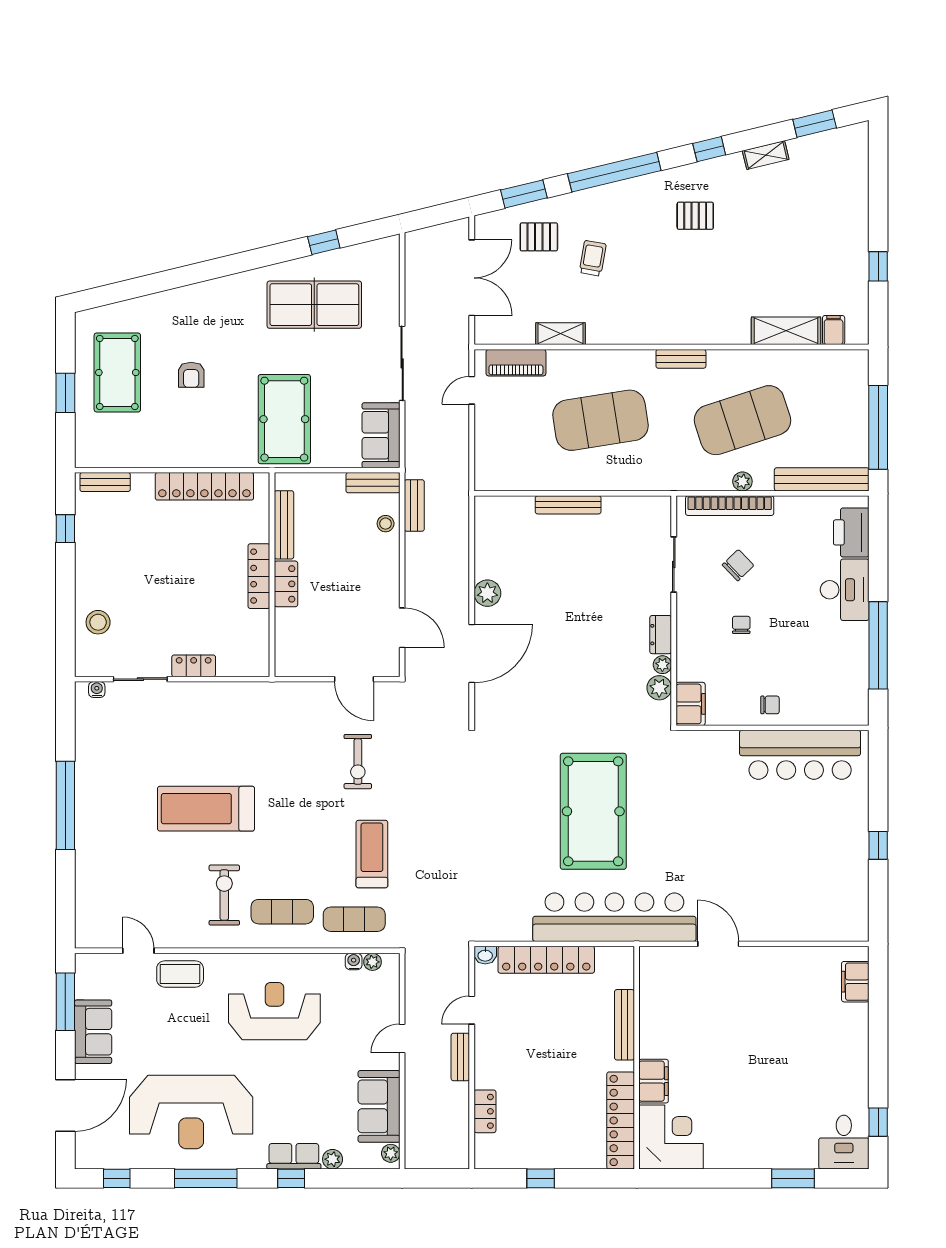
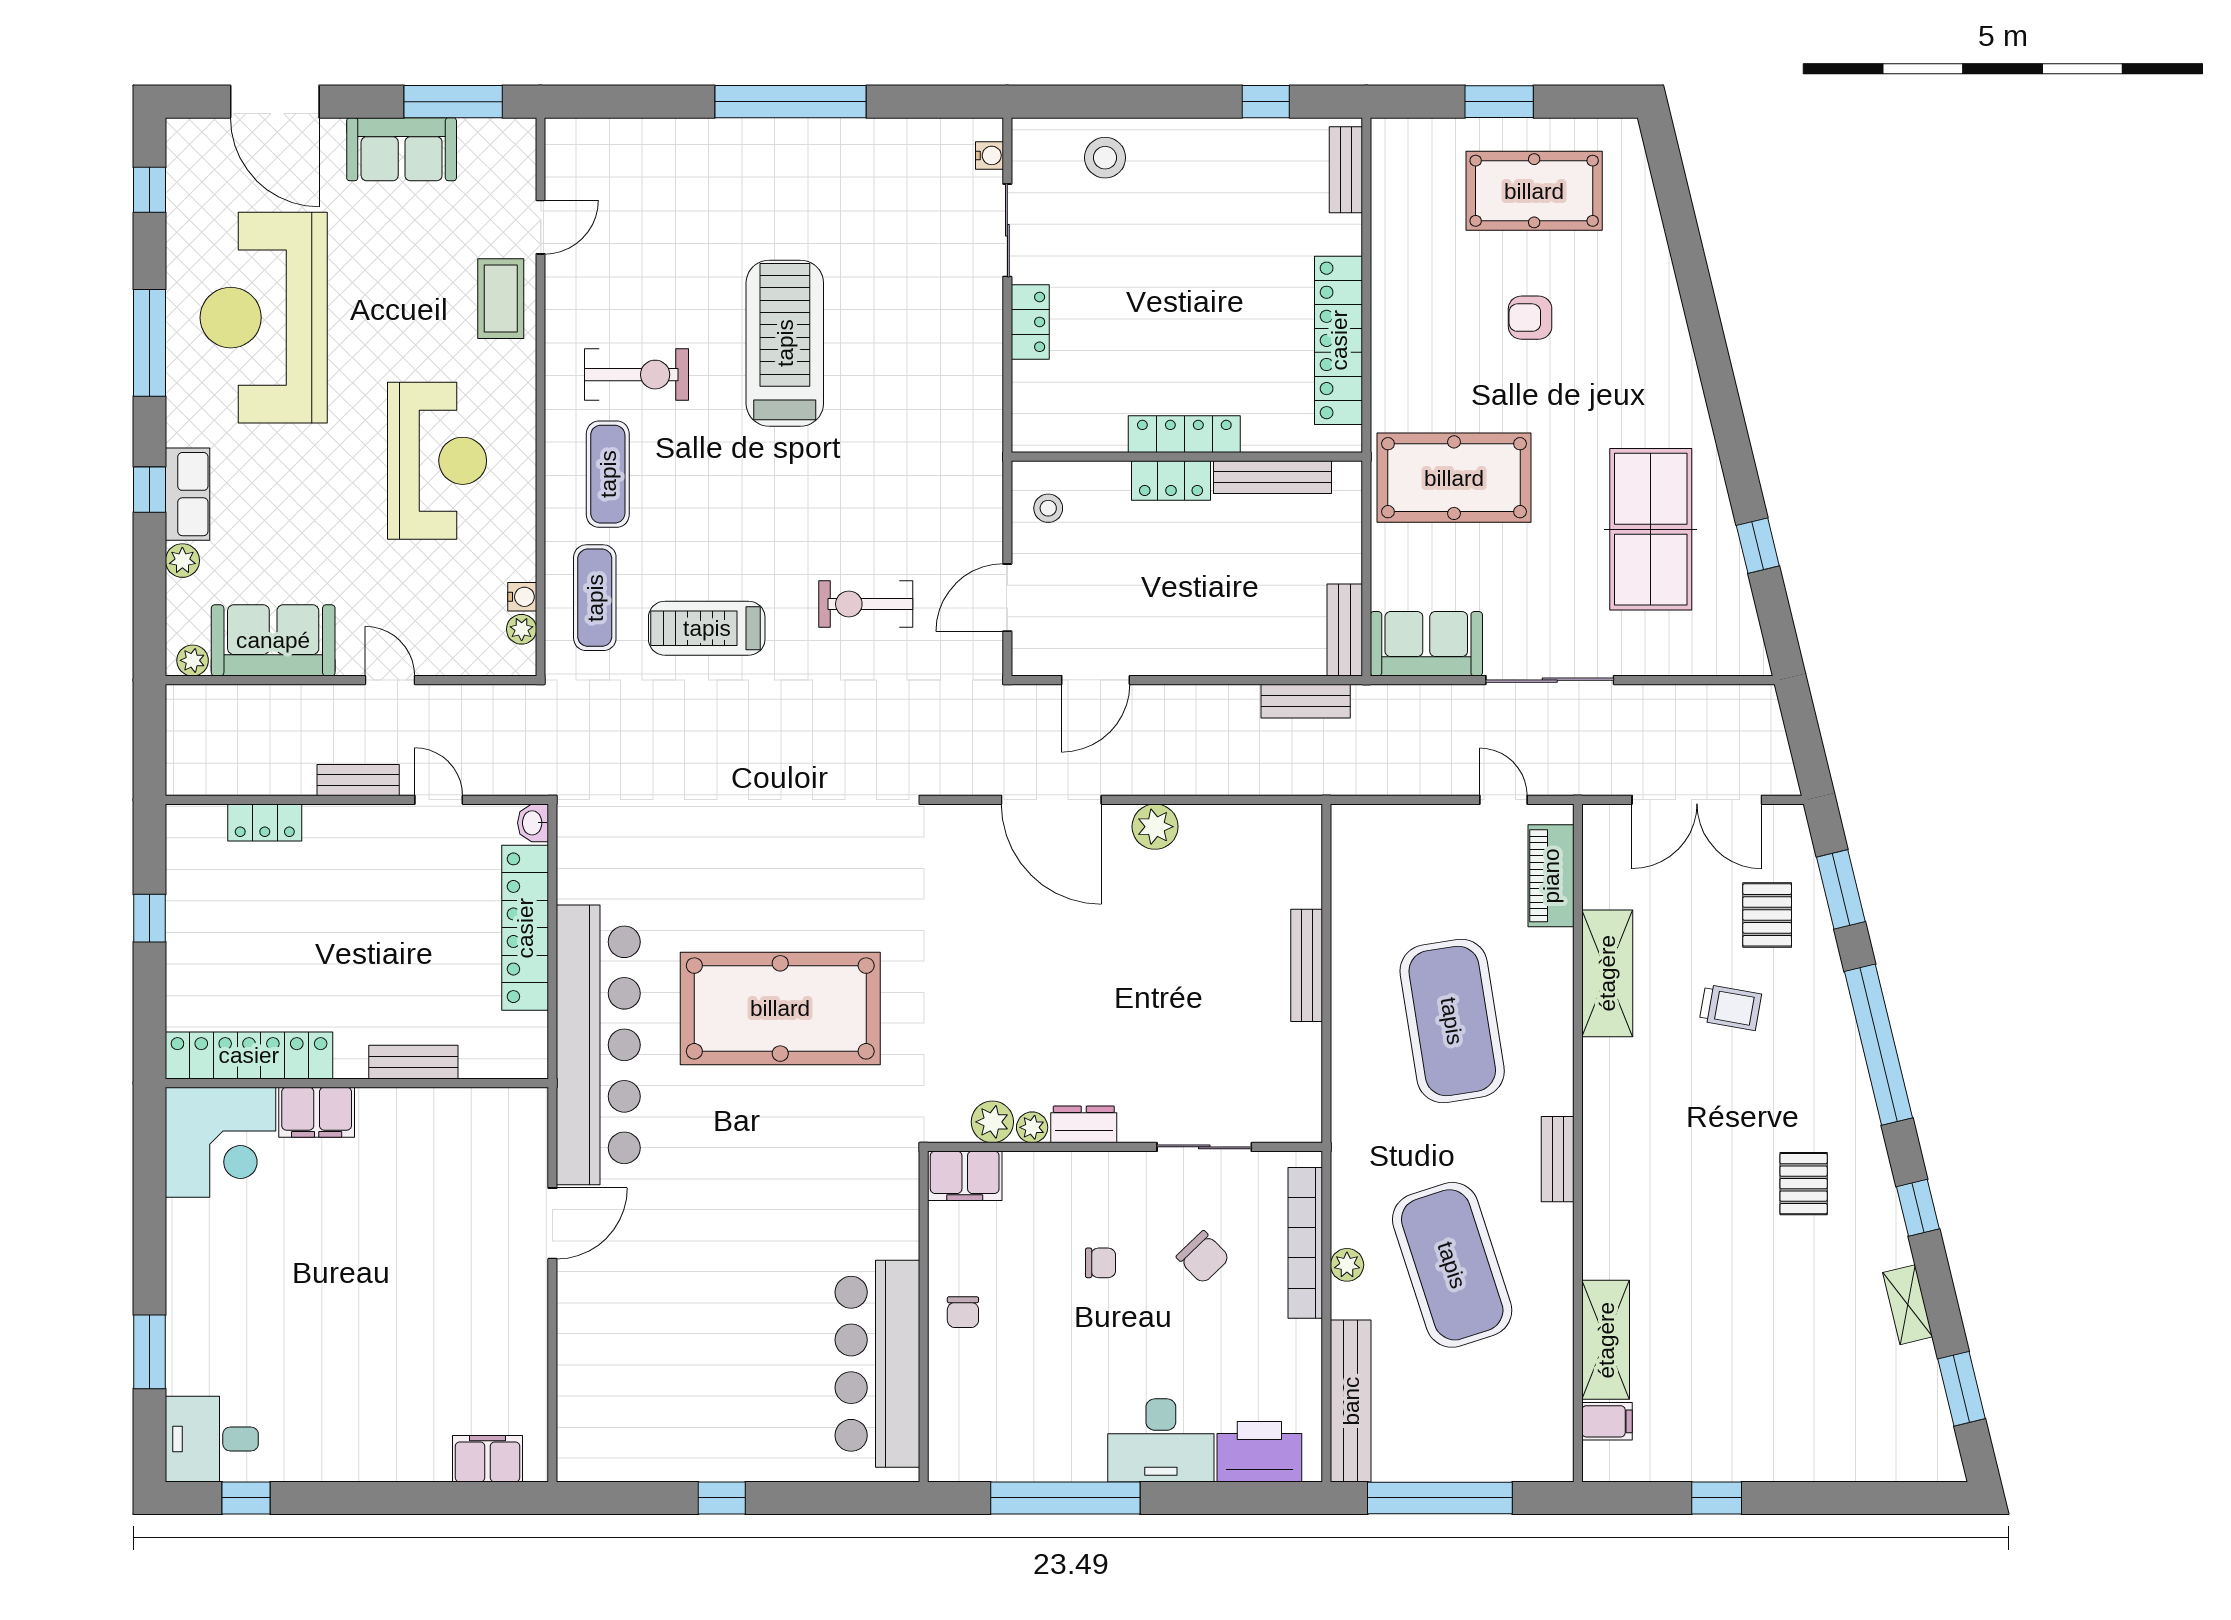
shelving: (560, 334) -> (1607, 973), width x1.50, depth x1.33
stool: (386, 524) -> (1048, 508), moved
treadmill: (372, 854) -> (707, 628), turned 180
bench: (624, 1025) -> (413, 1062), width x0.73

